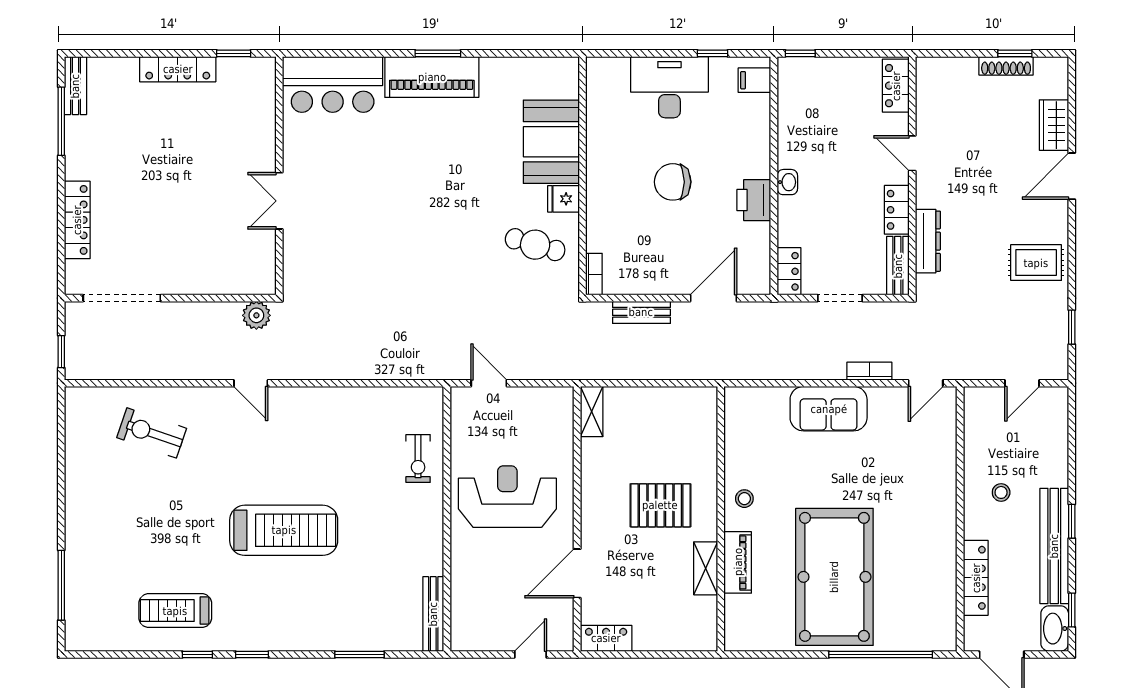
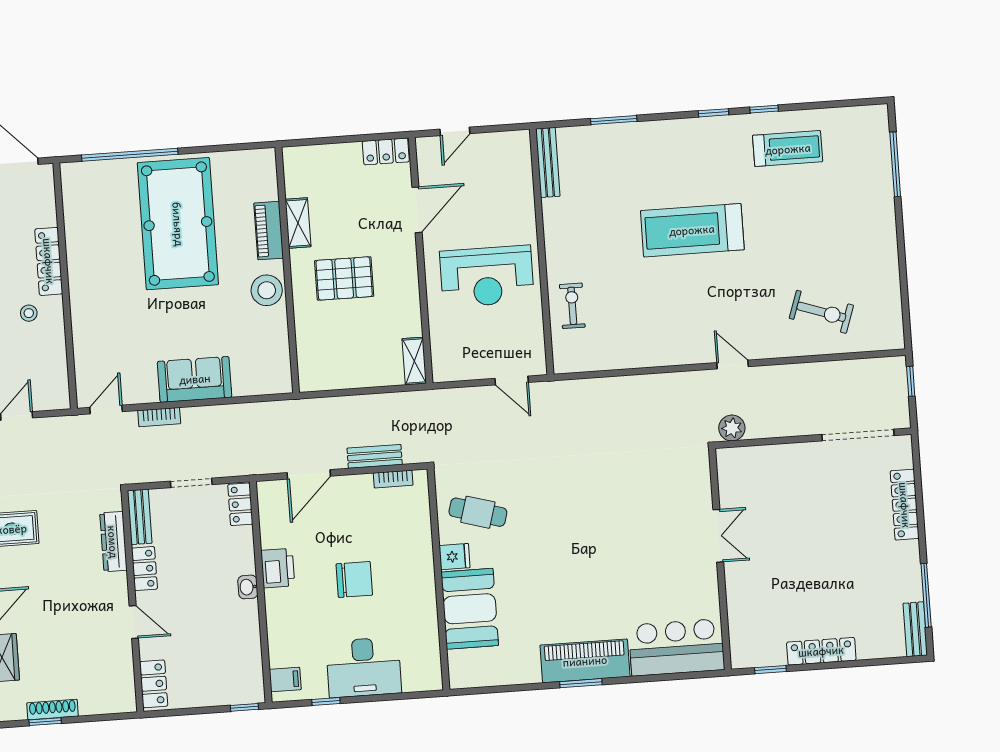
bookcase: (594, 274) -> (393, 479), moved, turned -90
stool: (744, 499) -> (267, 290), width x1.89, depth x1.89
locker: (976, 578) -> (49, 261), moved

